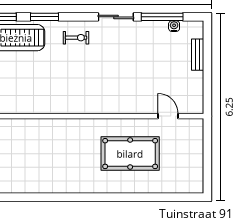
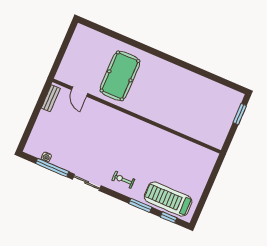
bench: (198, 55) -> (51, 98), moved
pool table: (130, 154) -> (120, 76), turned 90

